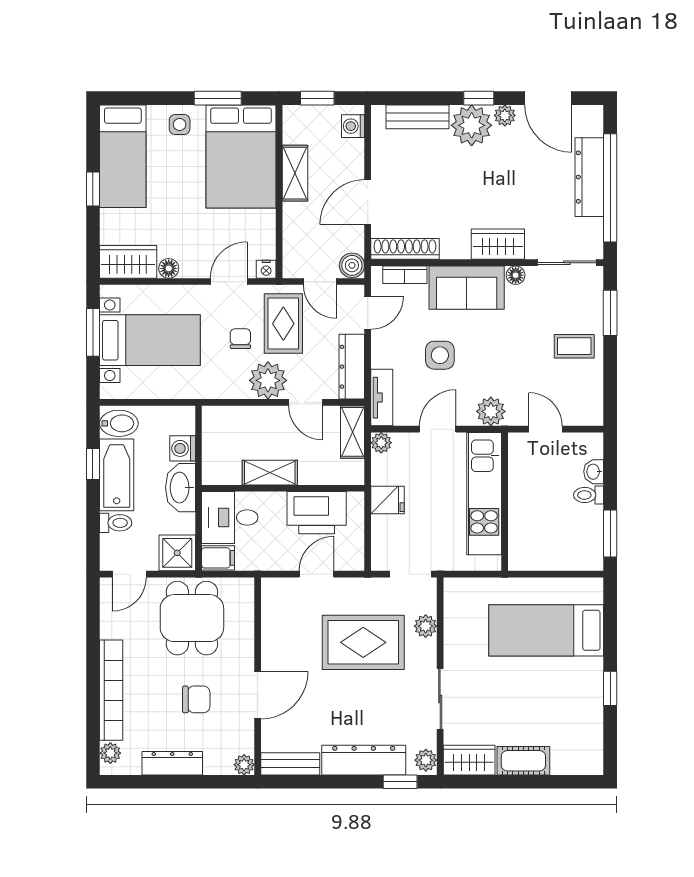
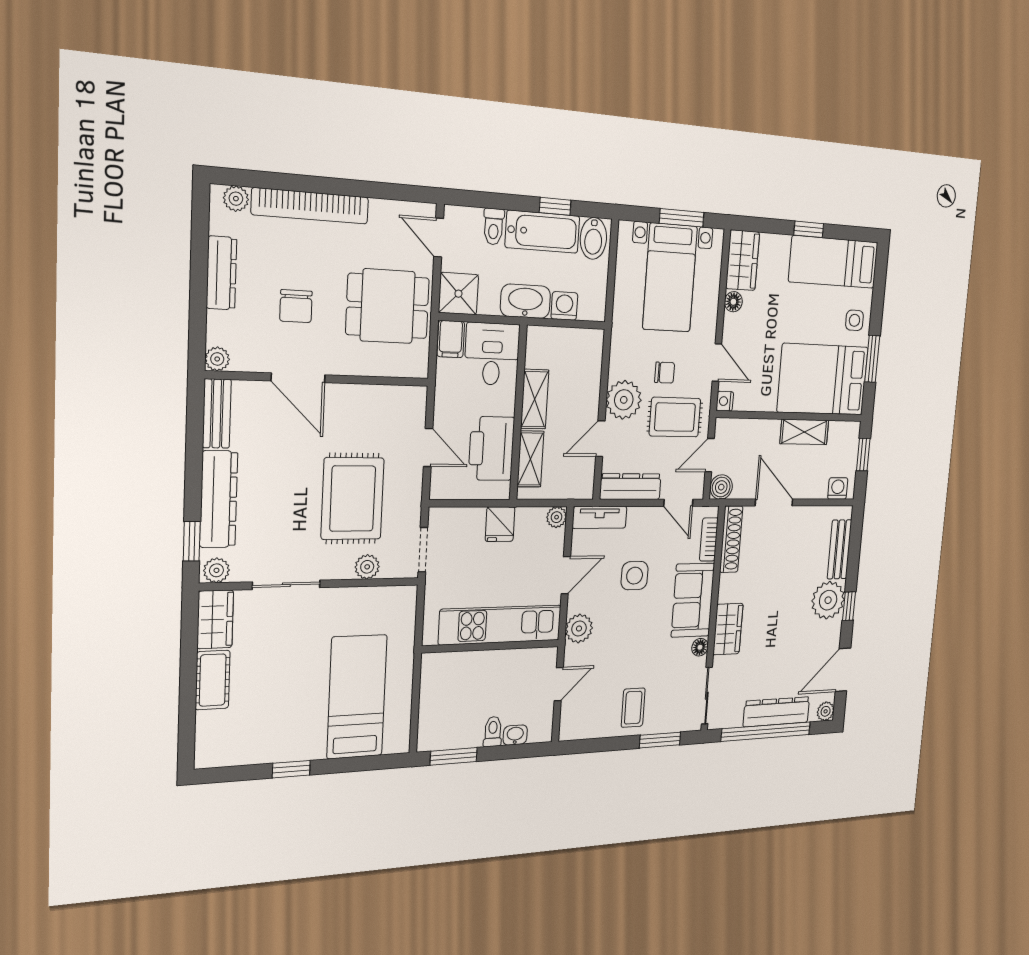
plant: (505, 115) -> (826, 711), moved
door: (438, 429) -> (566, 575), hinge flipped
shelving: (353, 432) -> (530, 459), moved, turned 90

